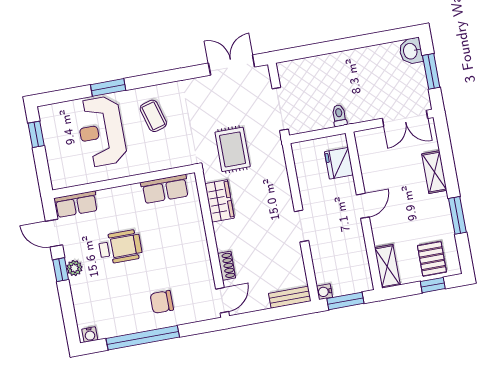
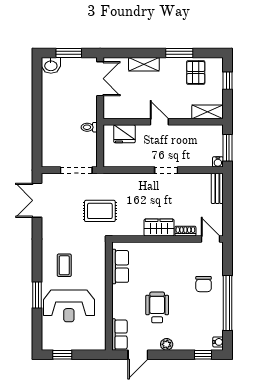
coffee table: (153, 116) -> (64, 265), turned -74
wardrobe: (220, 201) -> (159, 228), moved
pallet: (432, 259) -> (196, 73), moved, turned 90
window: (61, 270) -> (203, 355), moved

